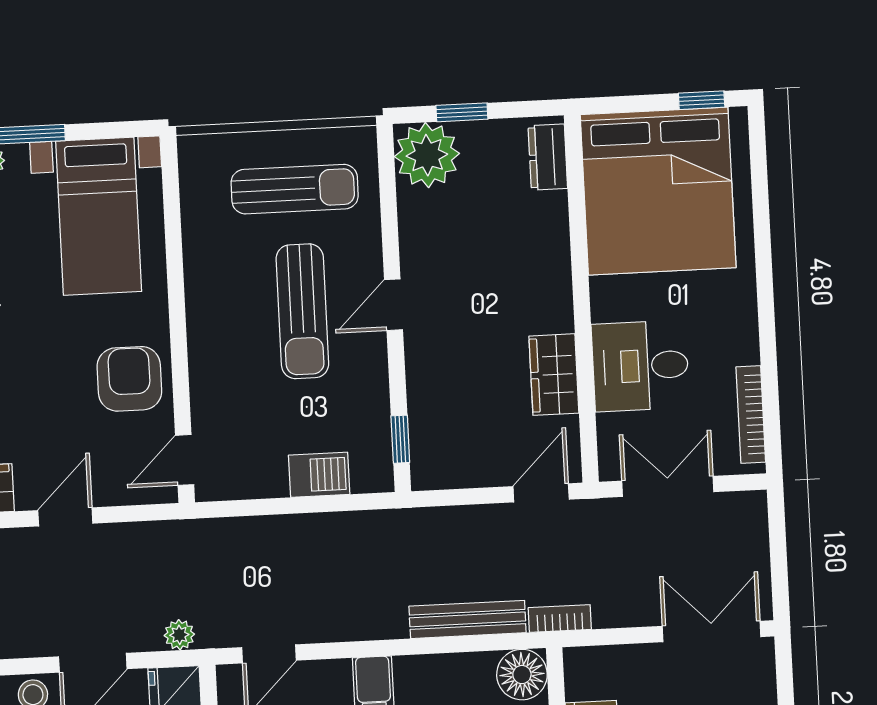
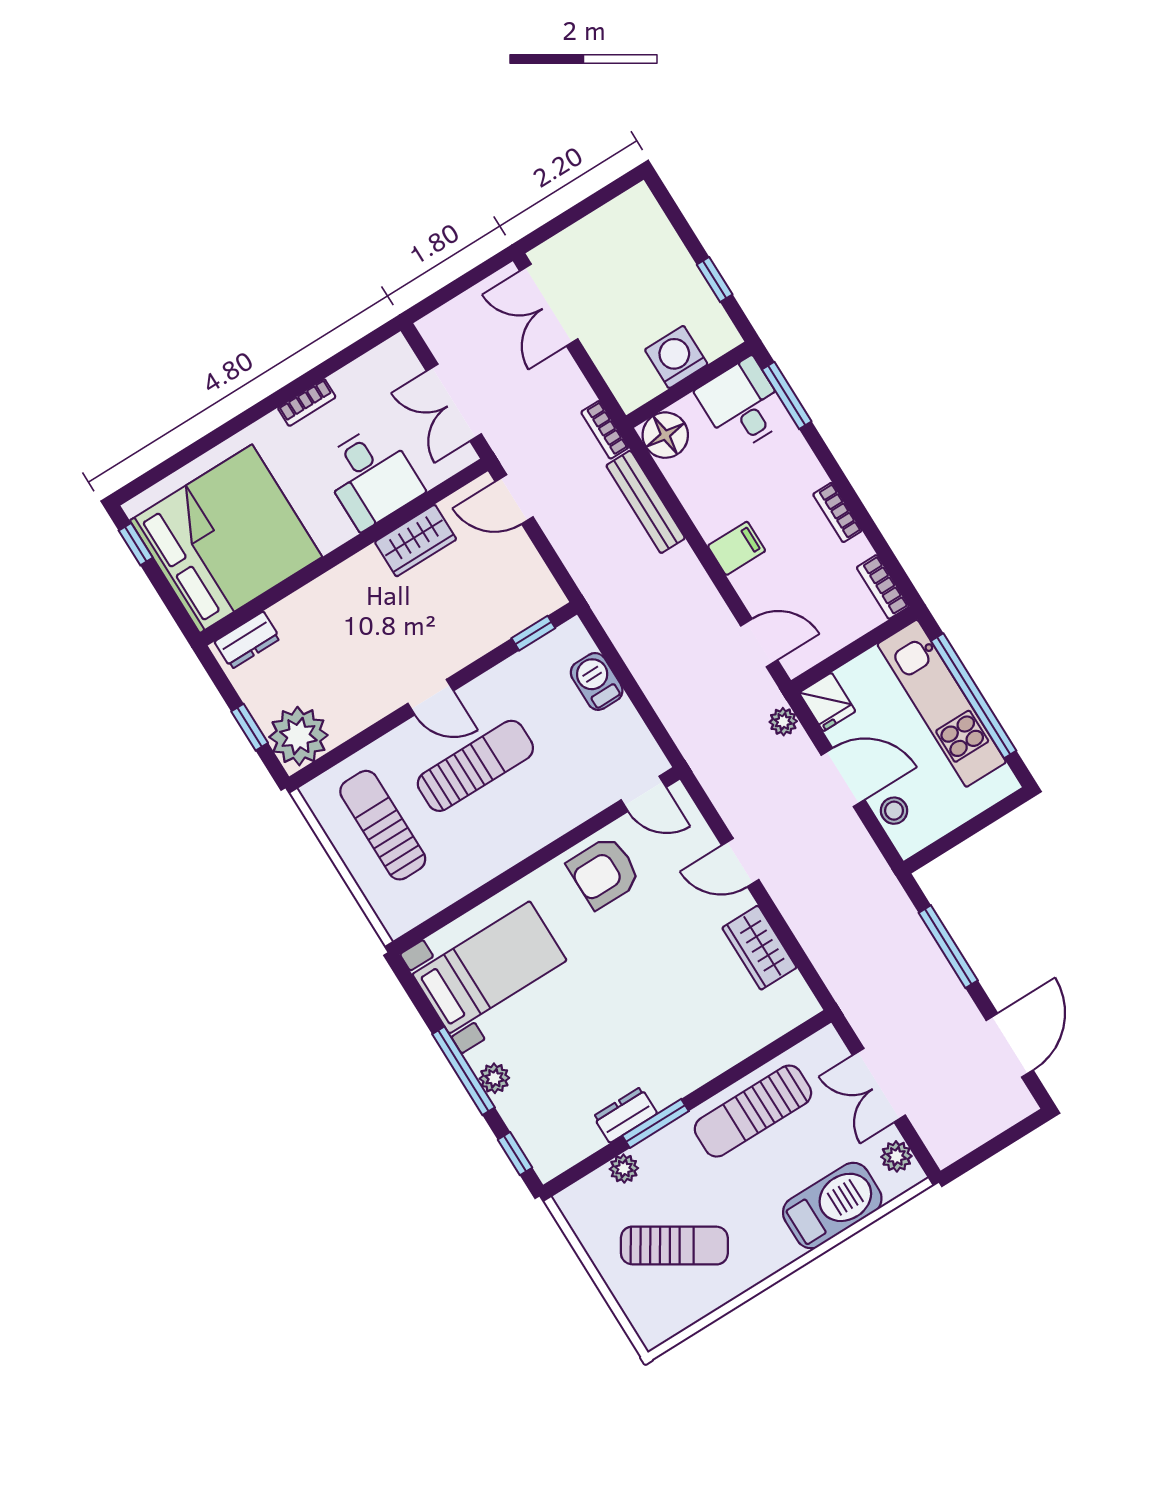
bookcase: (751, 414) -> (307, 403), moved, width x0.64

